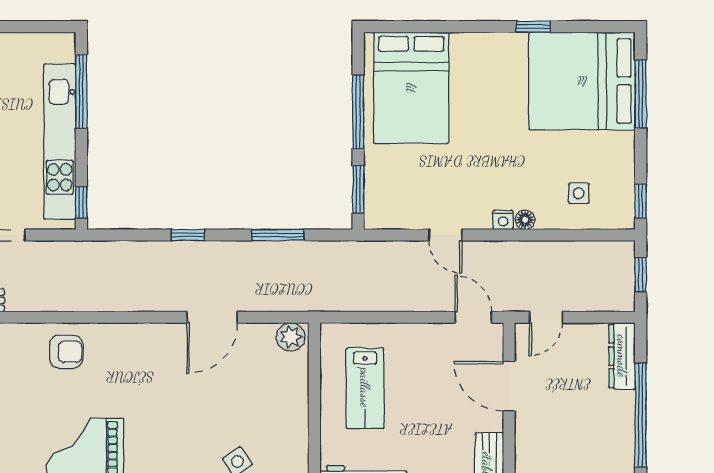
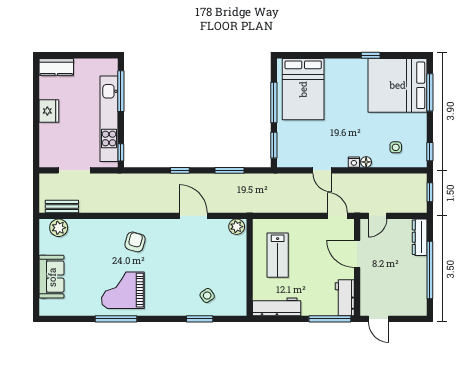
door: (212, 317) -> (193, 216), swing flipped
armchair: (66, 352) -> (135, 242), moved, turned -75

